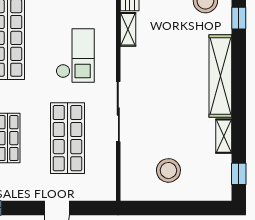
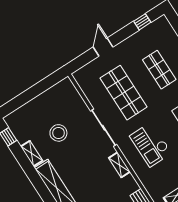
shelving: (128, 29) -> (119, 165), moved
stool: (168, 170) -> (58, 133), moved

